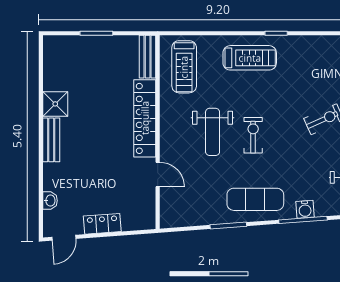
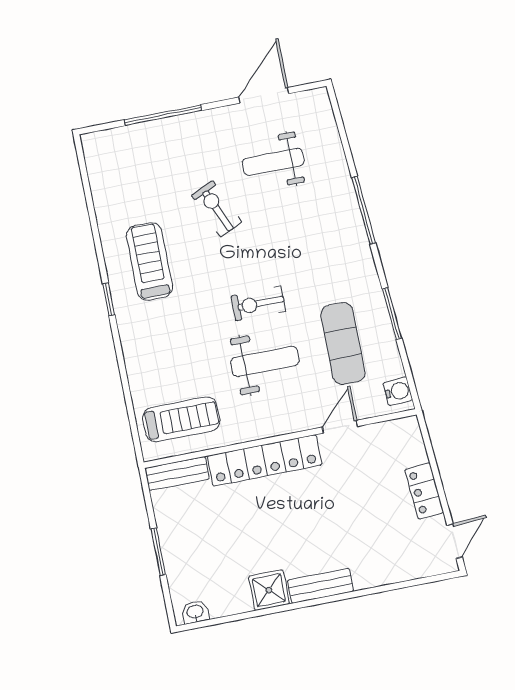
treadmill: (250, 58) -> (149, 262), moved
exercise mat: (255, 199) -> (343, 343), moved
washbasin: (50, 201) -> (195, 612), moved
water cooler: (305, 209) -> (398, 391), moved
door: (64, 238) -> (455, 541), hinge flipped

